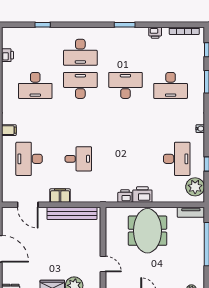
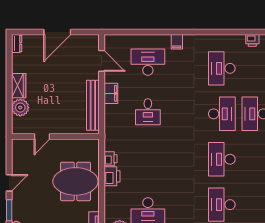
desk: (125, 85) -> (222, 159), turned 180
door: (28, 205) -> (102, 61), swing flipped

